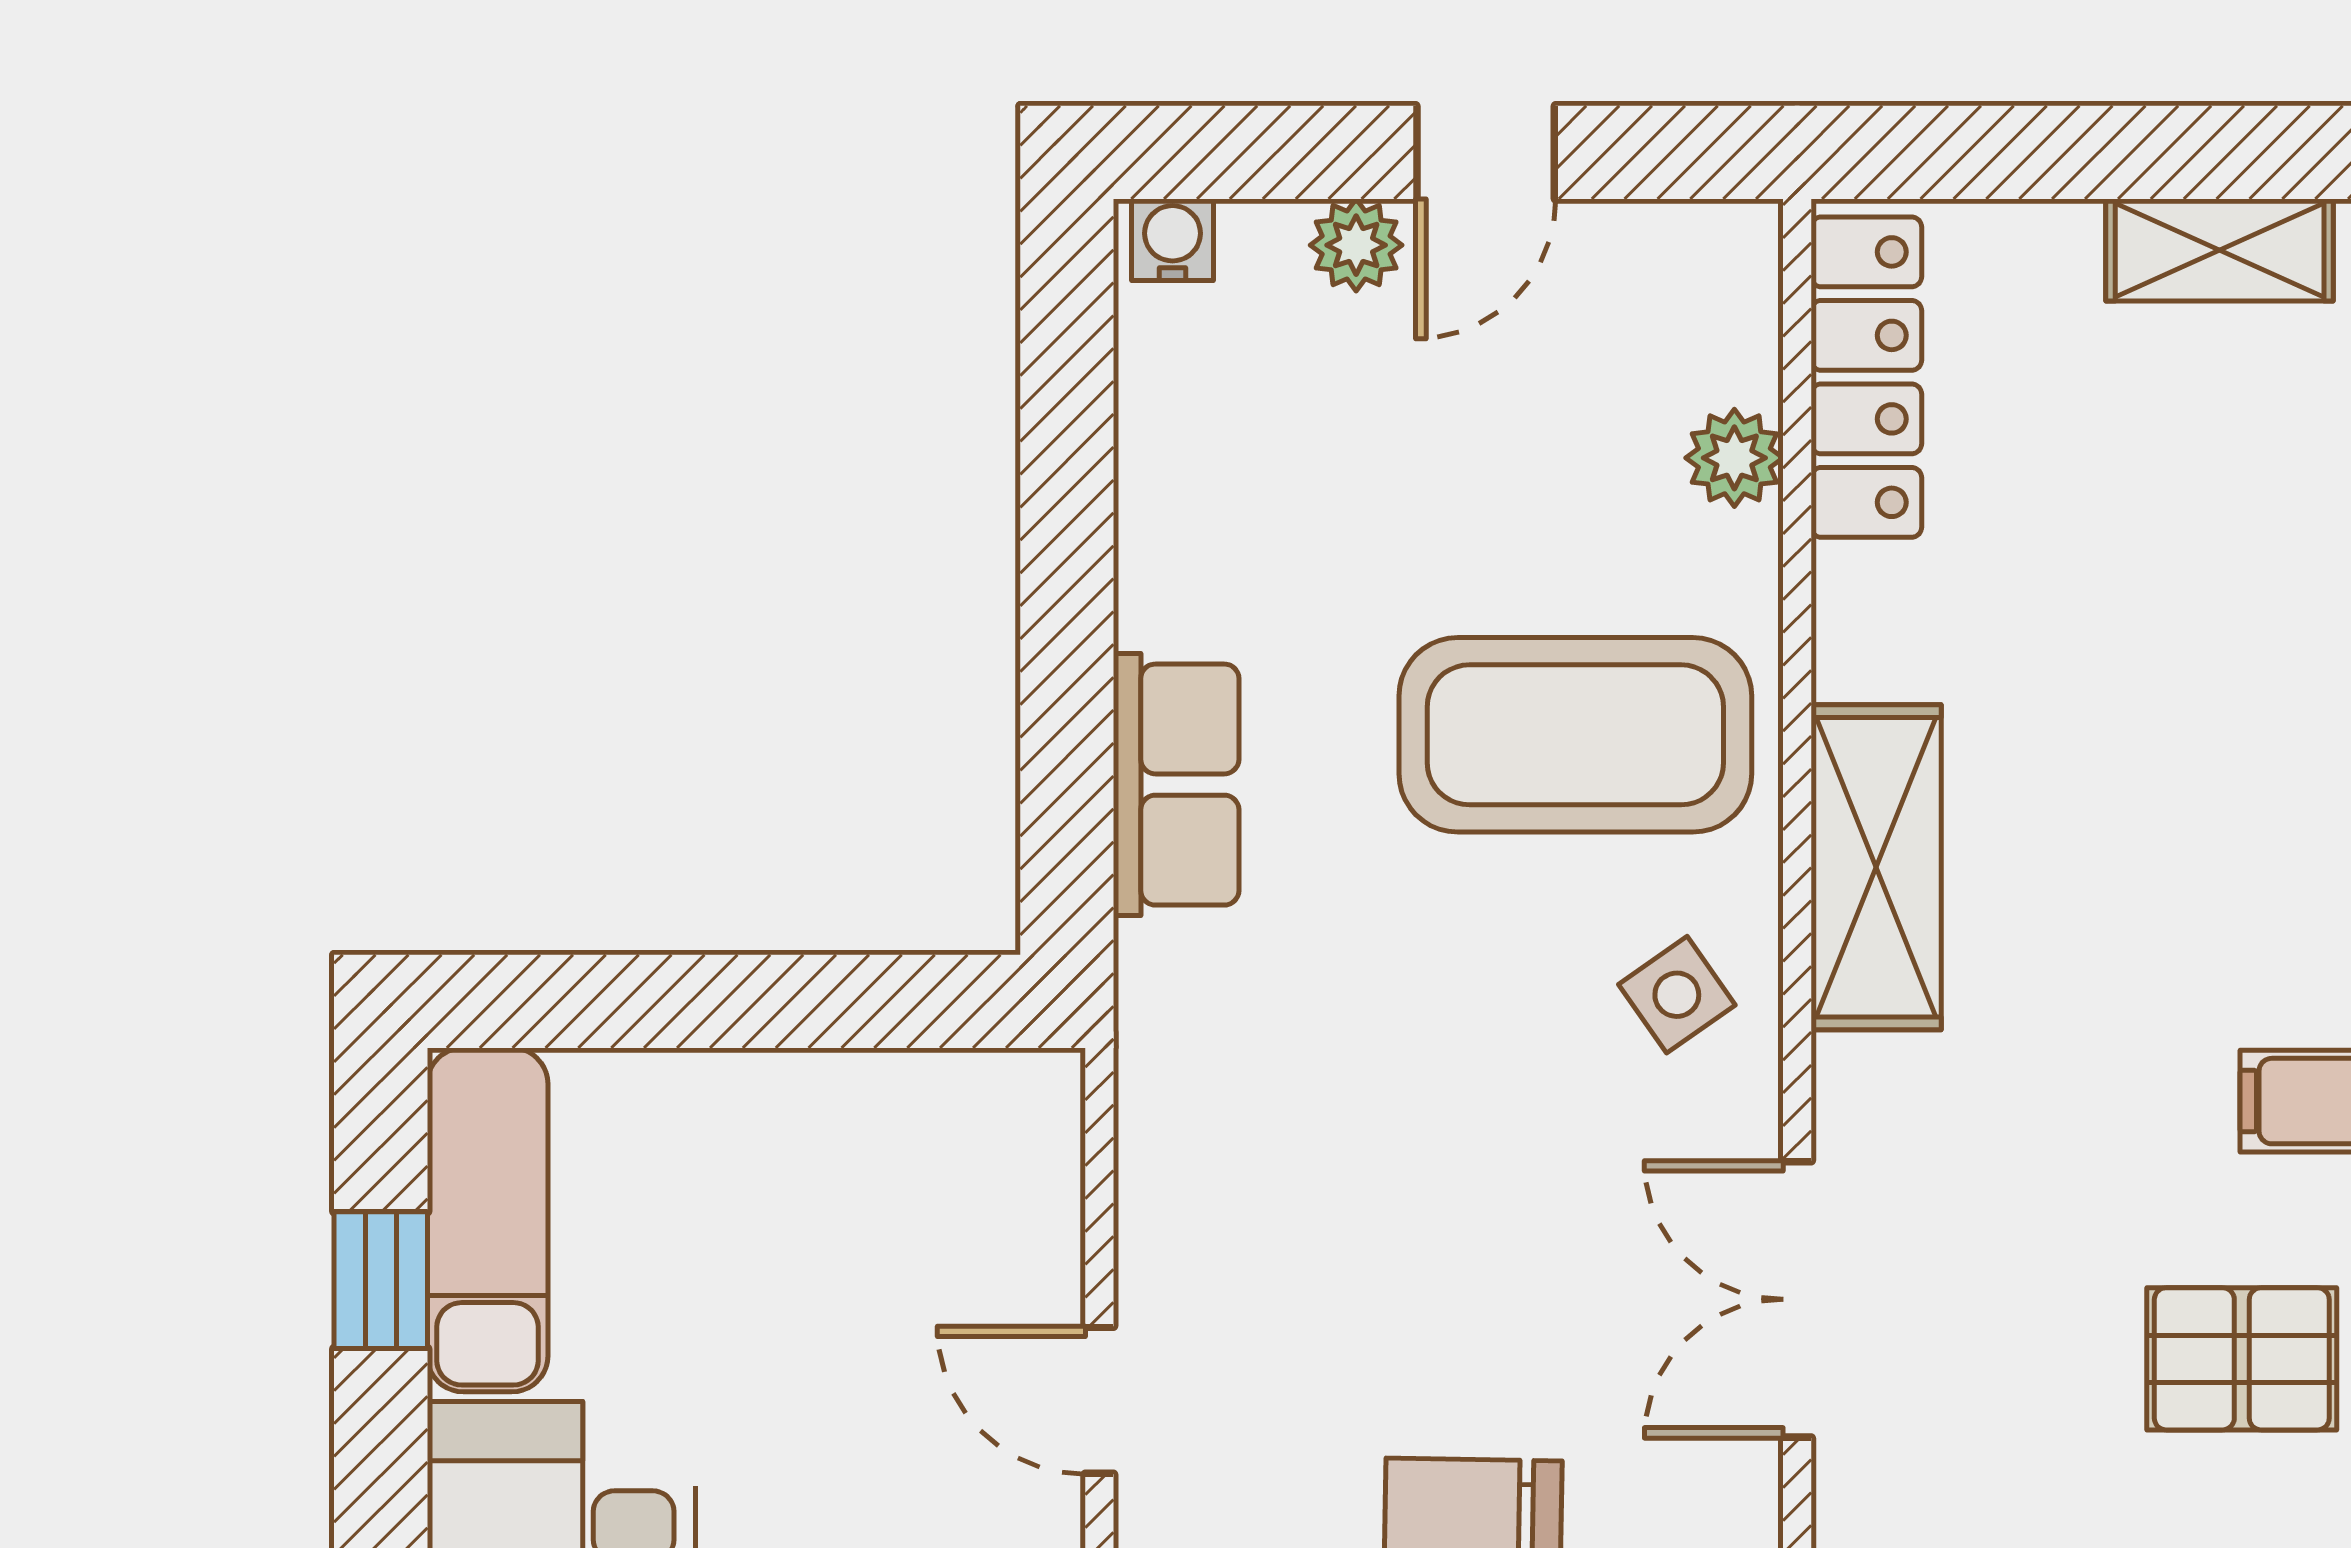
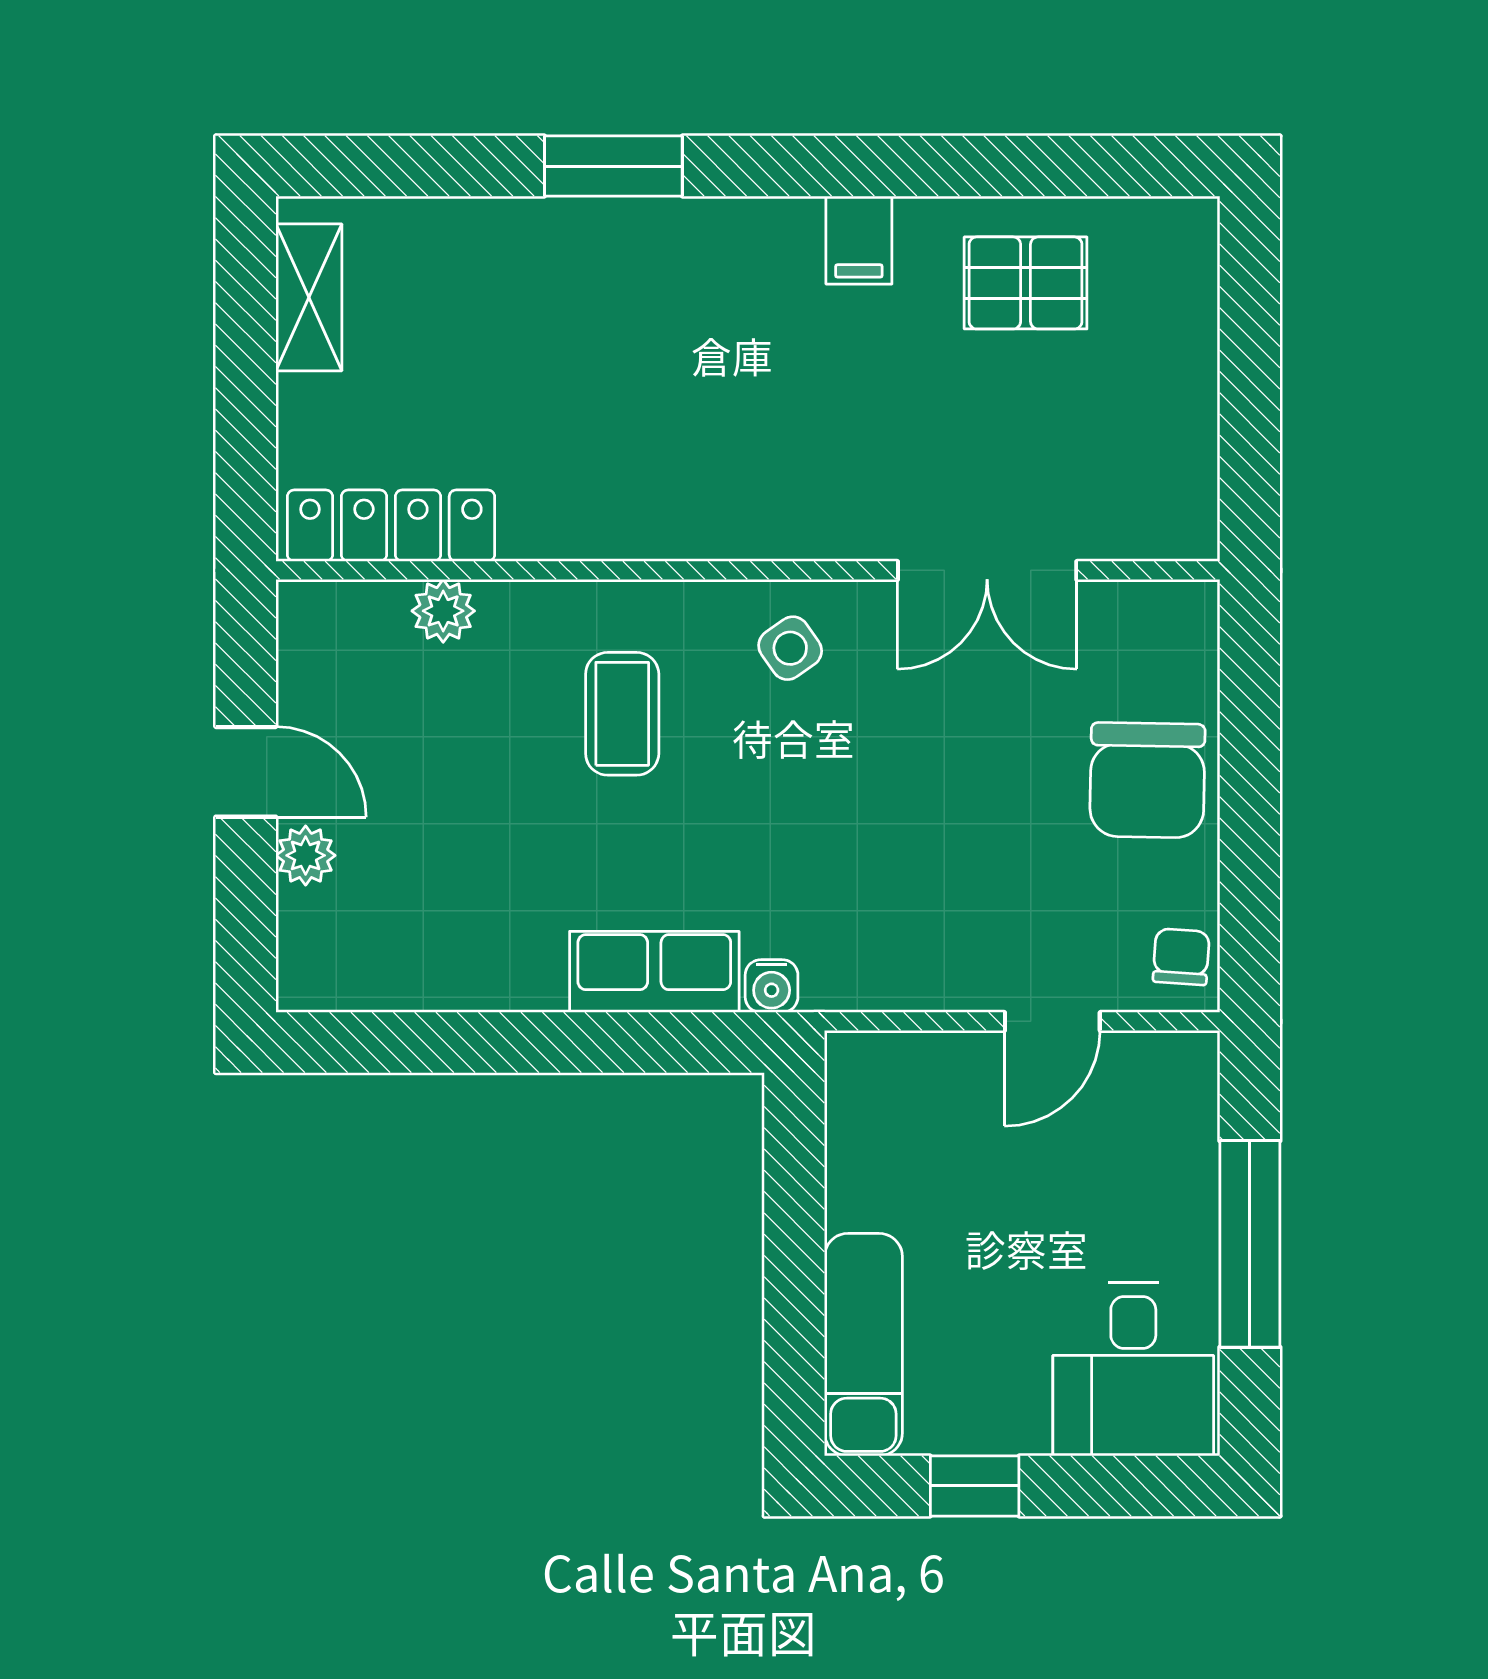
water cooler: (1173, 240) -> (772, 986), moved, turned -90
coffee table: (1575, 735) -> (622, 714), width x0.54, depth x0.58
shelving: (1876, 867) -> (708, 519), removed
exam couch: (488, 1220) -> (863, 1345), moved, turned 90
pallet: (2242, 1359) -> (1026, 283), turned 90

